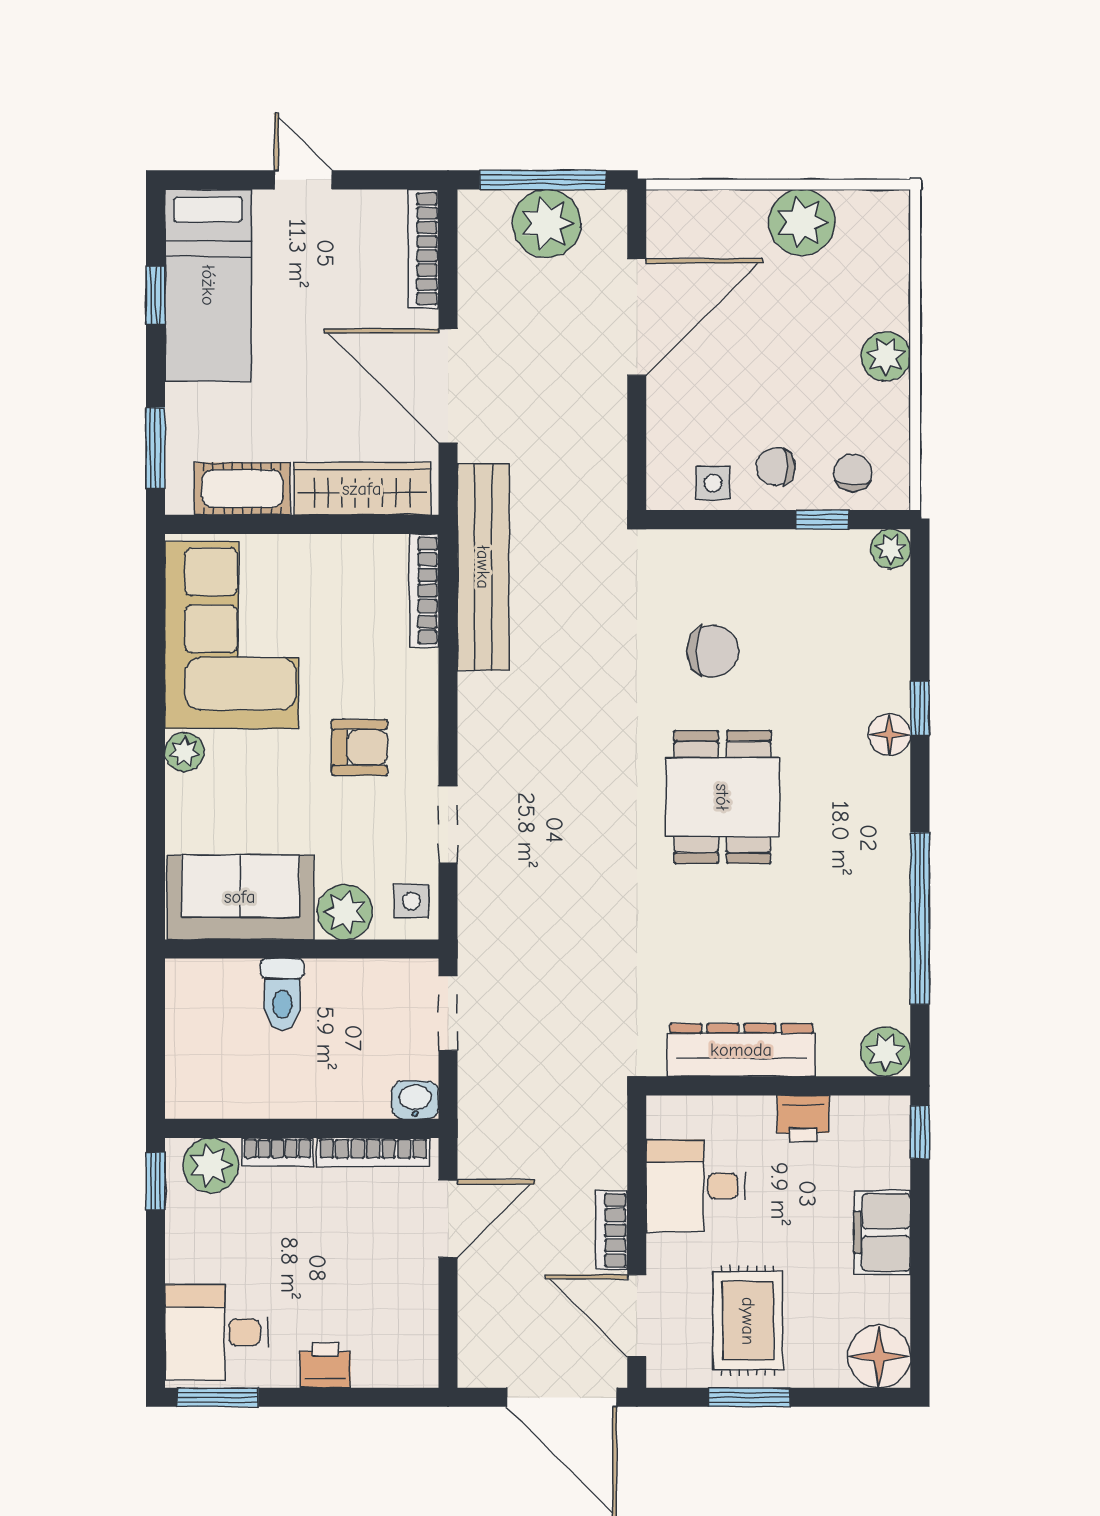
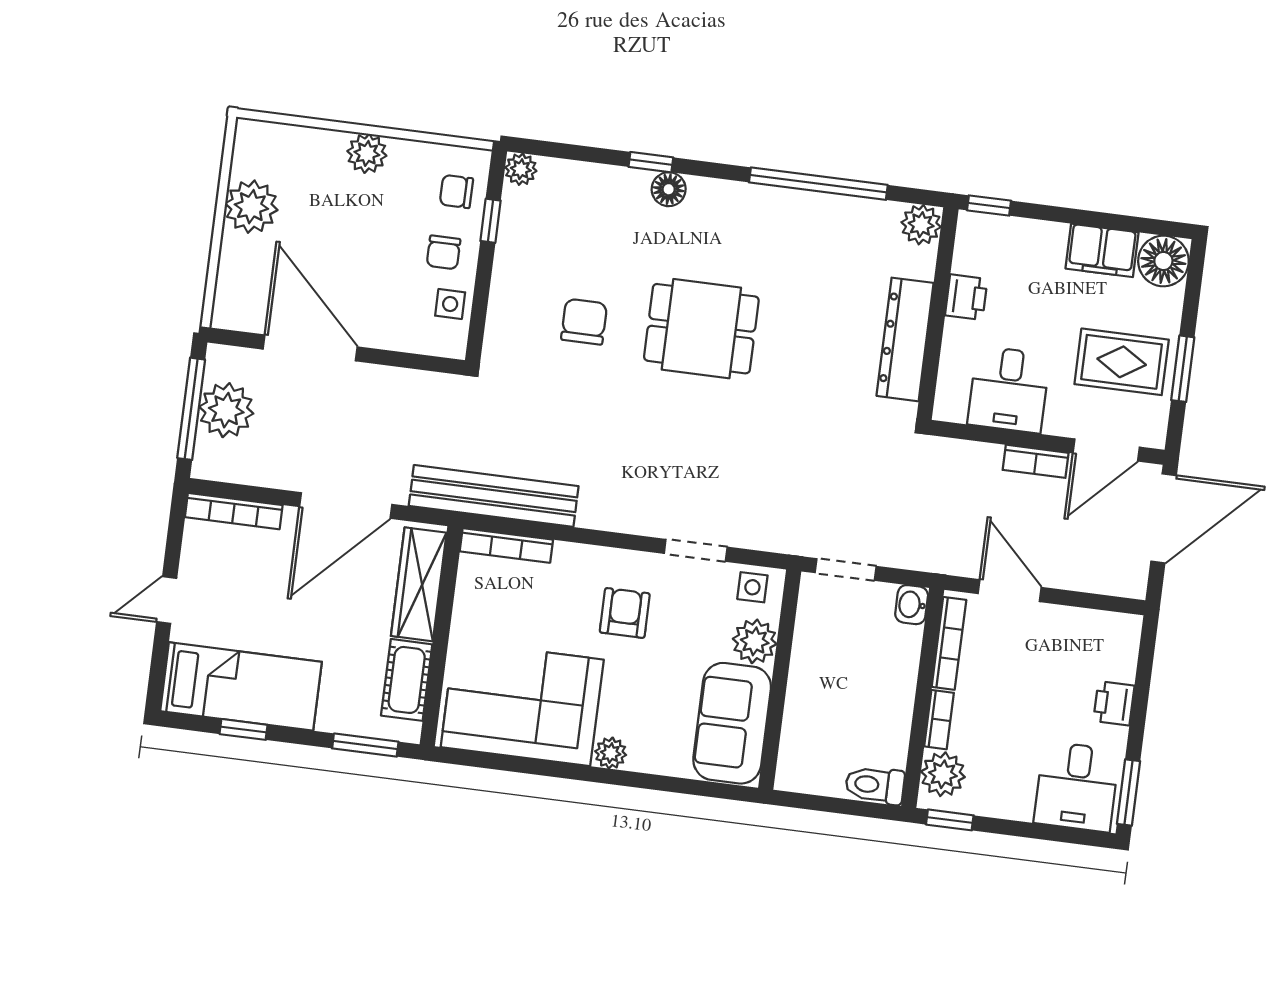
toilet: (282, 994) -> (875, 785), moved, turned 180
filing cabinet: (882, 1232) -> (1102, 250), moved

